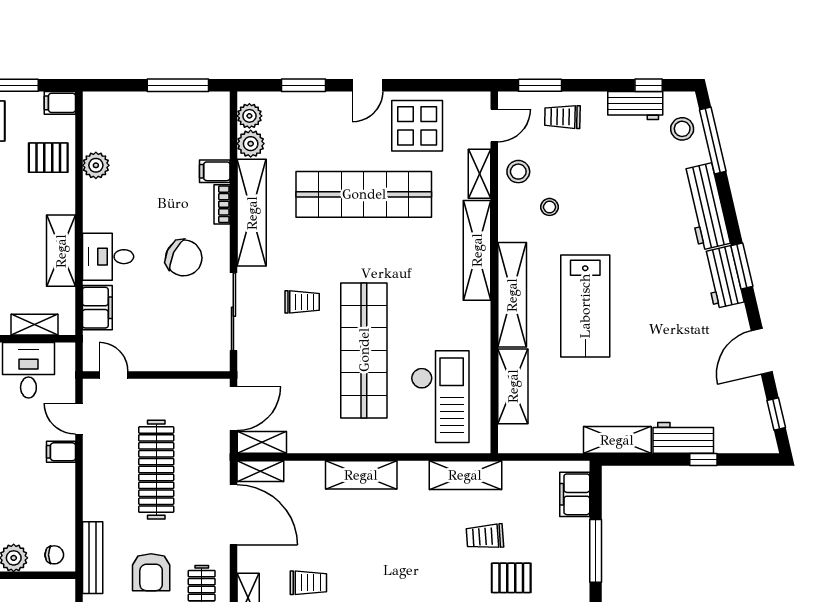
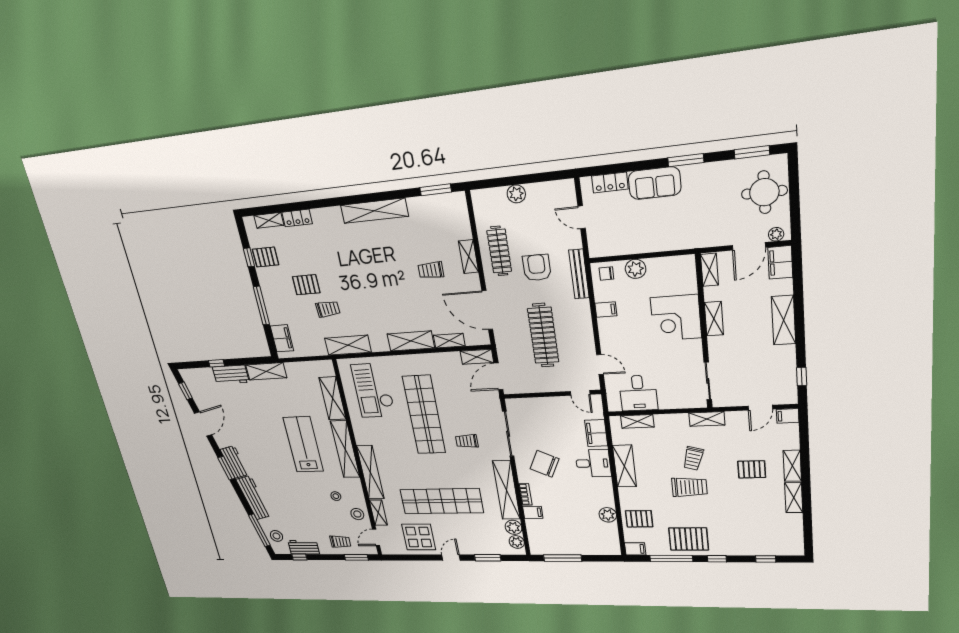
filing cabinet: (61, 452) -> (606, 310), moved
shelving: (260, 471) -> (449, 341), moved

